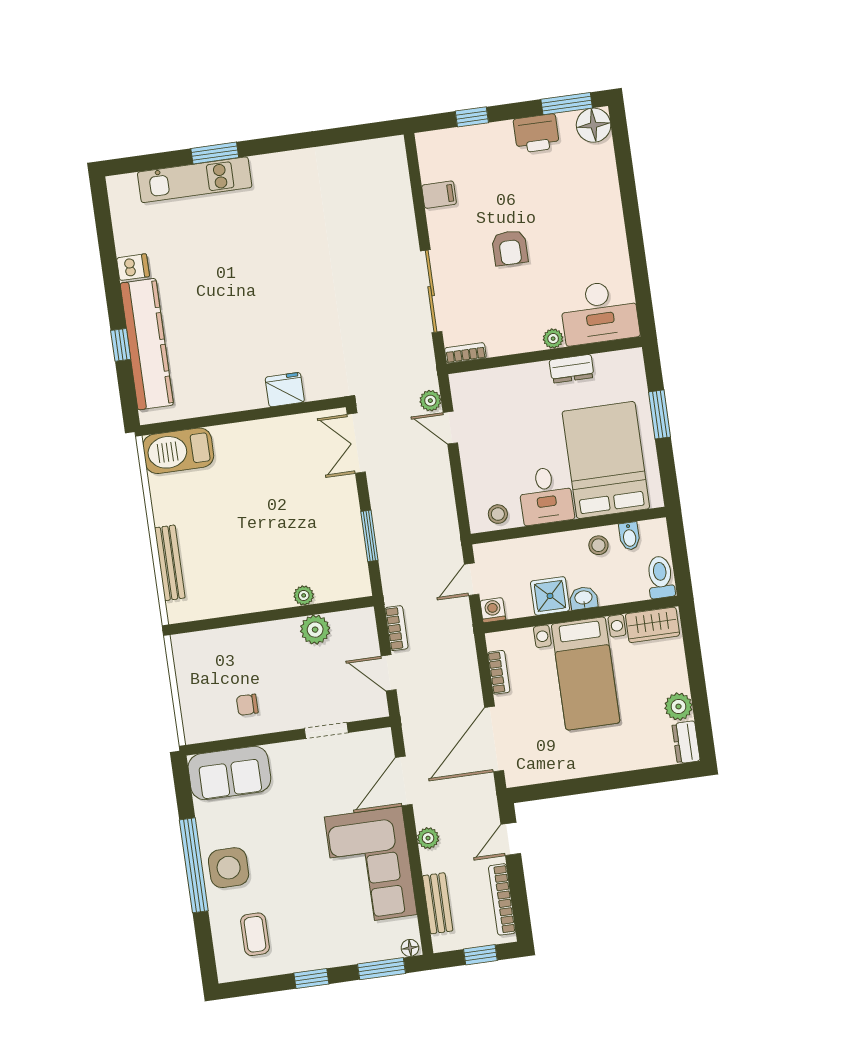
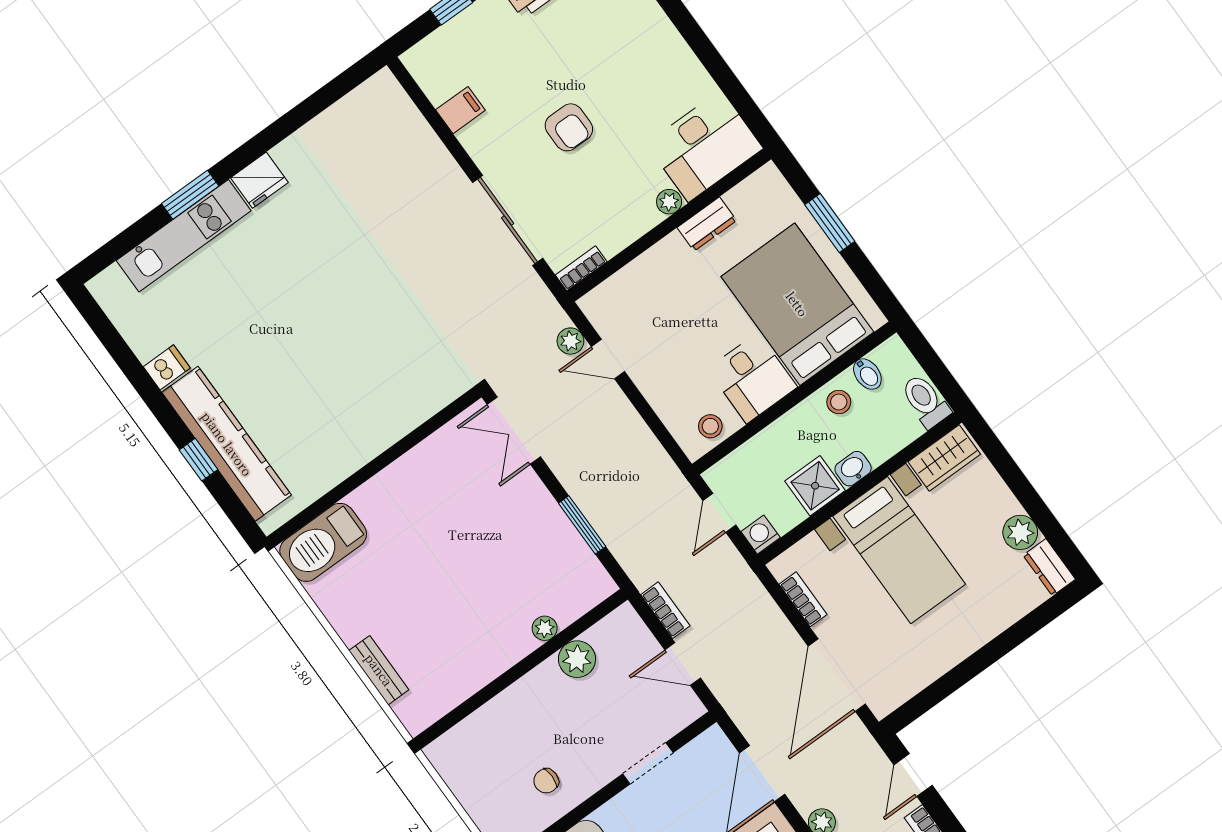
fridge: (285, 390) -> (259, 180), moved, turned 180
bench: (170, 563) -> (379, 670), width x0.73

